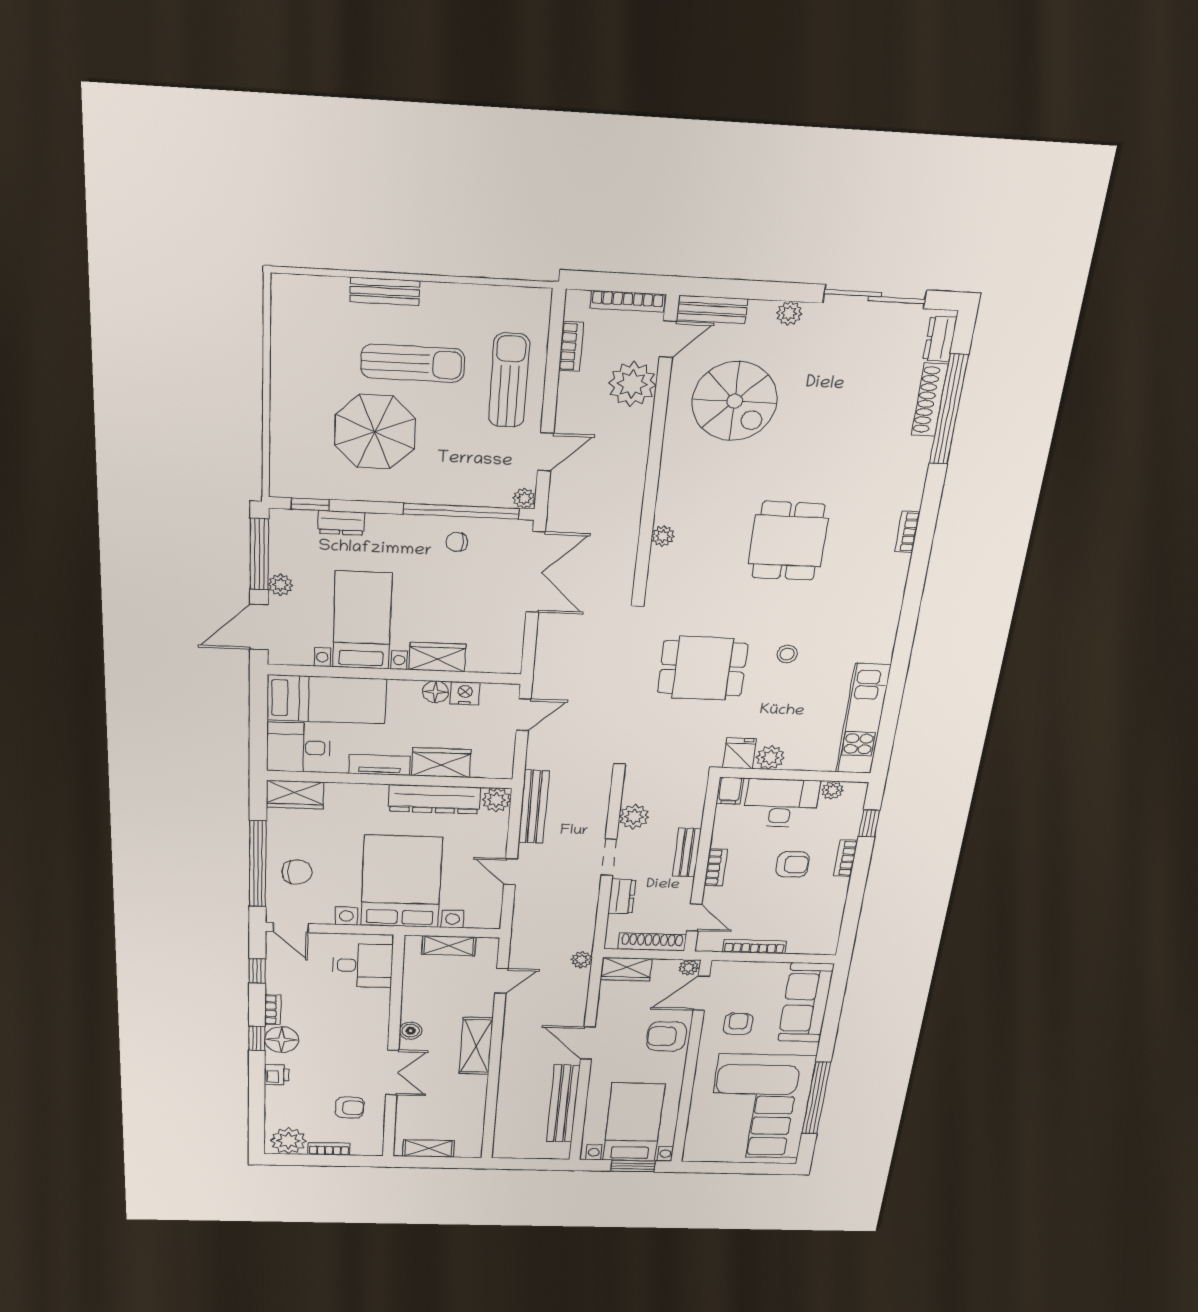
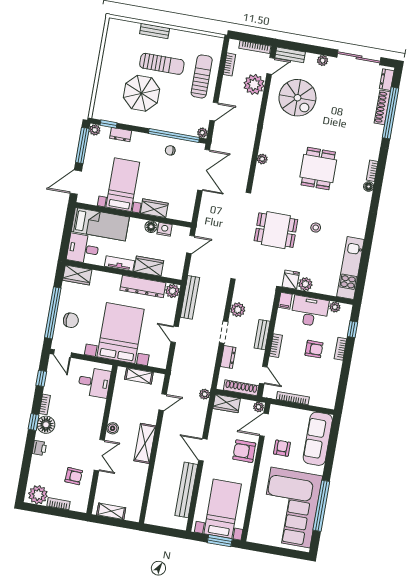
floor lamp: (900, 564) -> (369, 187), added
plant: (281, 585) -> (95, 130), moved

